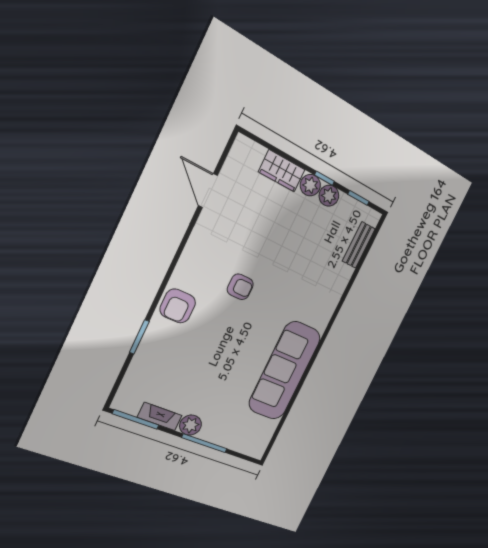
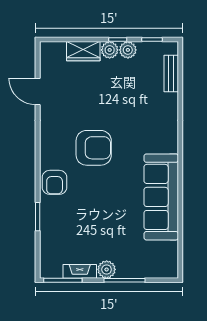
armchair: (240, 287) -> (94, 148), width x1.88, depth x1.88

